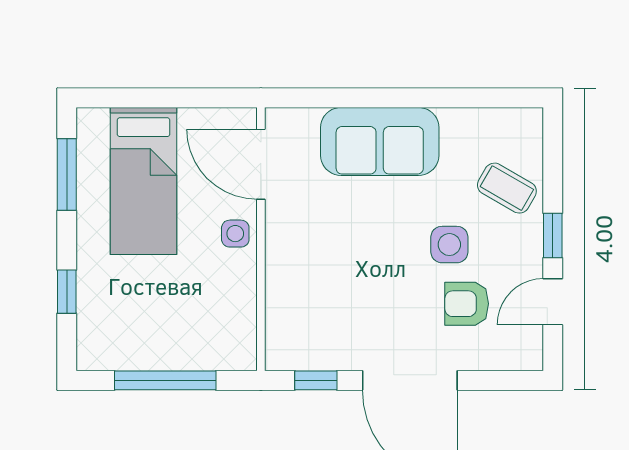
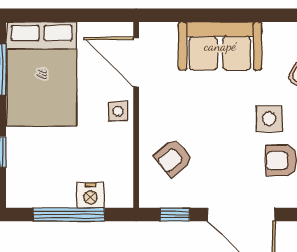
bed: (144, 181) -> (42, 74), width x1.50
armchair: (313, 300) -> (173, 158), added
nightstand: (196, 353) -> (90, 195), added

